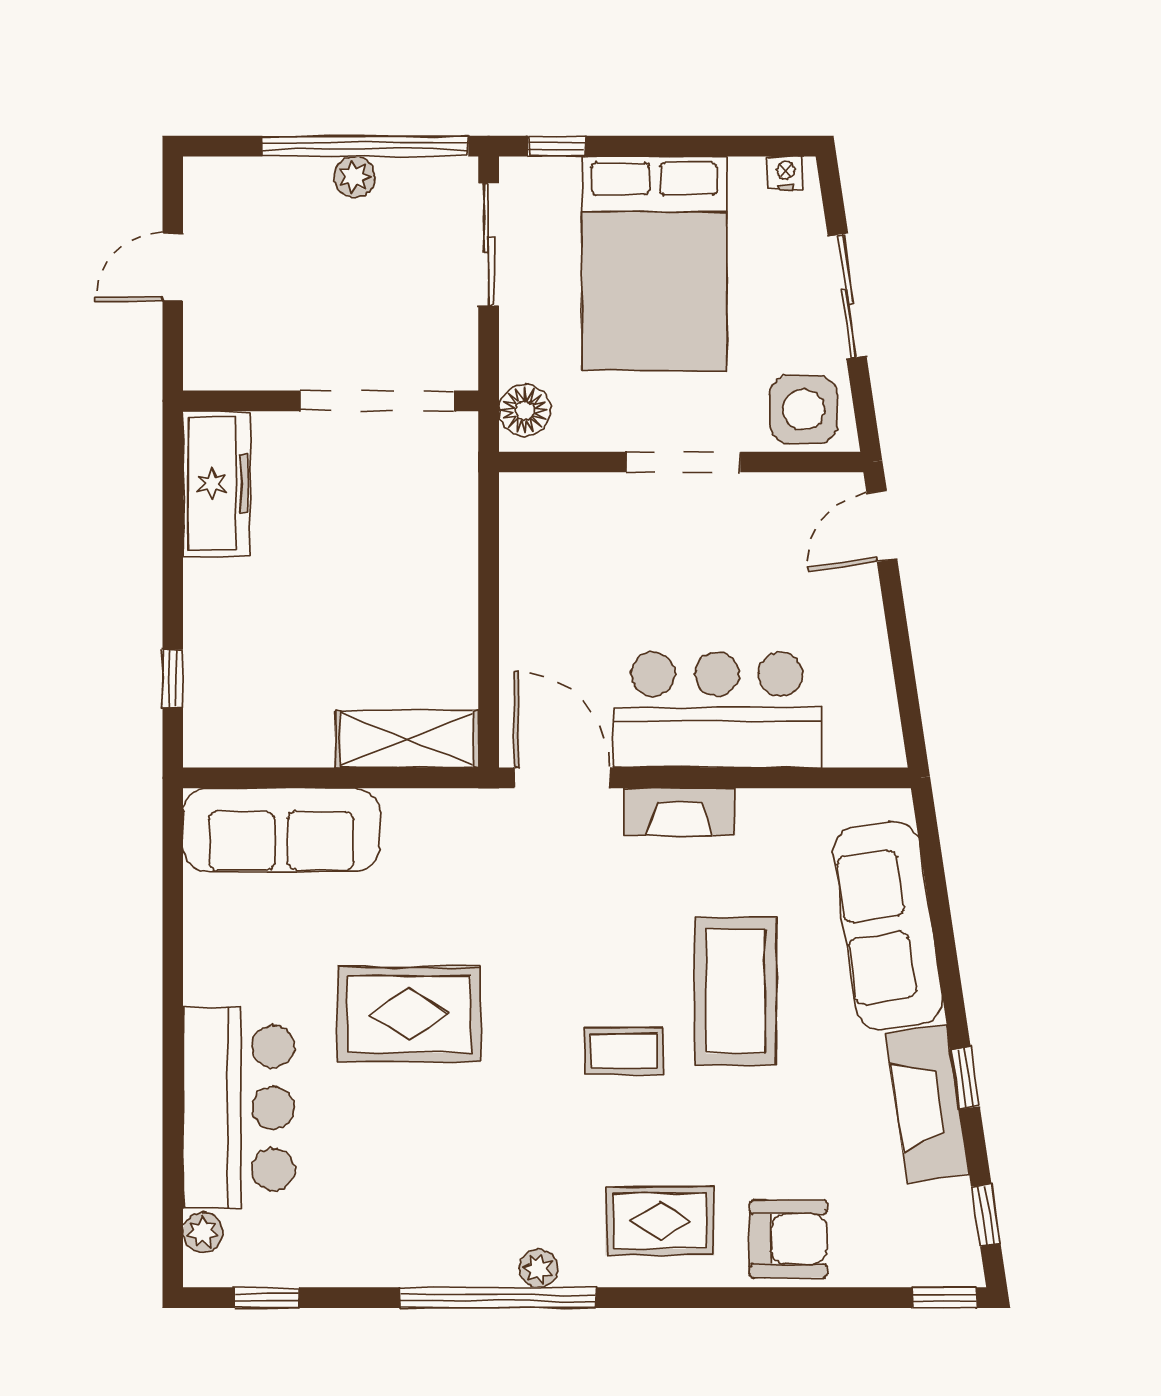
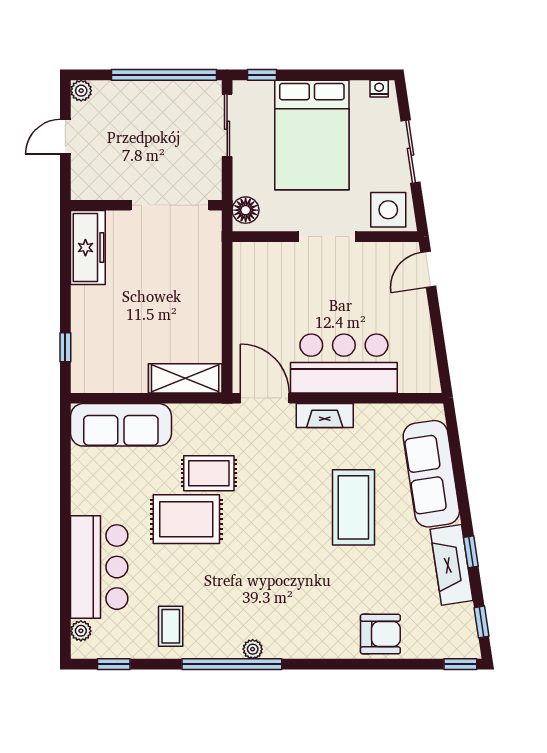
plant: (354, 177) -> (81, 91), moved
coffee table: (624, 1051) -> (171, 626), moved, turned 90
rug: (660, 1221) -> (209, 473), moved

